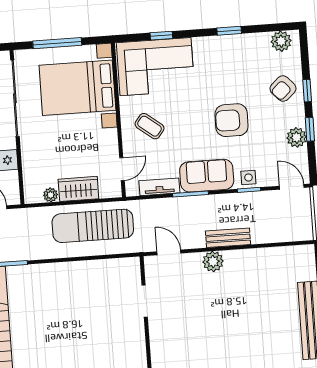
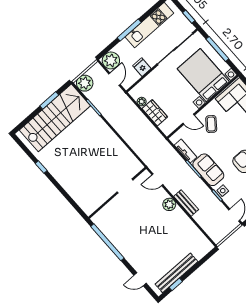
door: (122, 169) -> (189, 119), moved
sun lounger: (93, 226) -> (142, 133), removed
door: (169, 252) -> (157, 180), swing flipped

